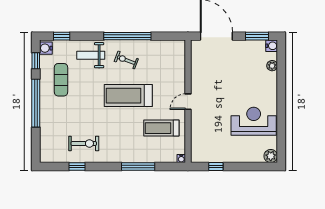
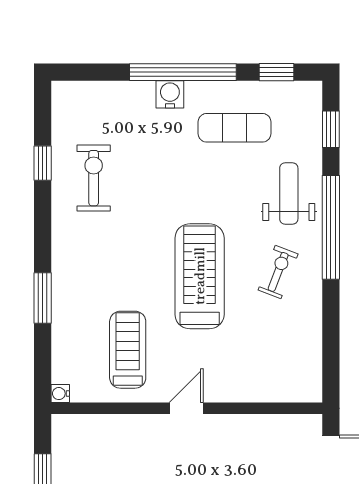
window: (127, 36) -> (331, 227), moved
water cooler: (46, 48) -> (170, 94), moved
door: (188, 102) -> (186, 408), hinge flipped
exercise bike: (84, 143) -> (94, 178), turned 180
window: (138, 167) -> (43, 298), width x0.69

